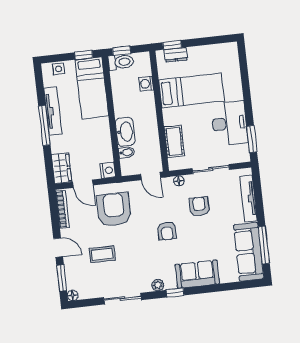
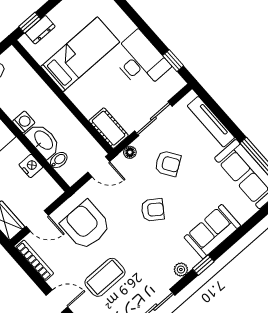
washing machine: (146, 84) -> (24, 122), moved, turned 180
window: (252, 139) -> (173, 61), width x0.67
cot: (174, 142) -> (109, 128), moved
nightstand: (108, 170) -> (31, 166), moved
armchair: (199, 207) -> (168, 163), turned 146
armchair: (167, 231) -> (153, 210), turned -55
coffee table: (102, 254) -> (105, 277), width x1.36, depth x1.30

